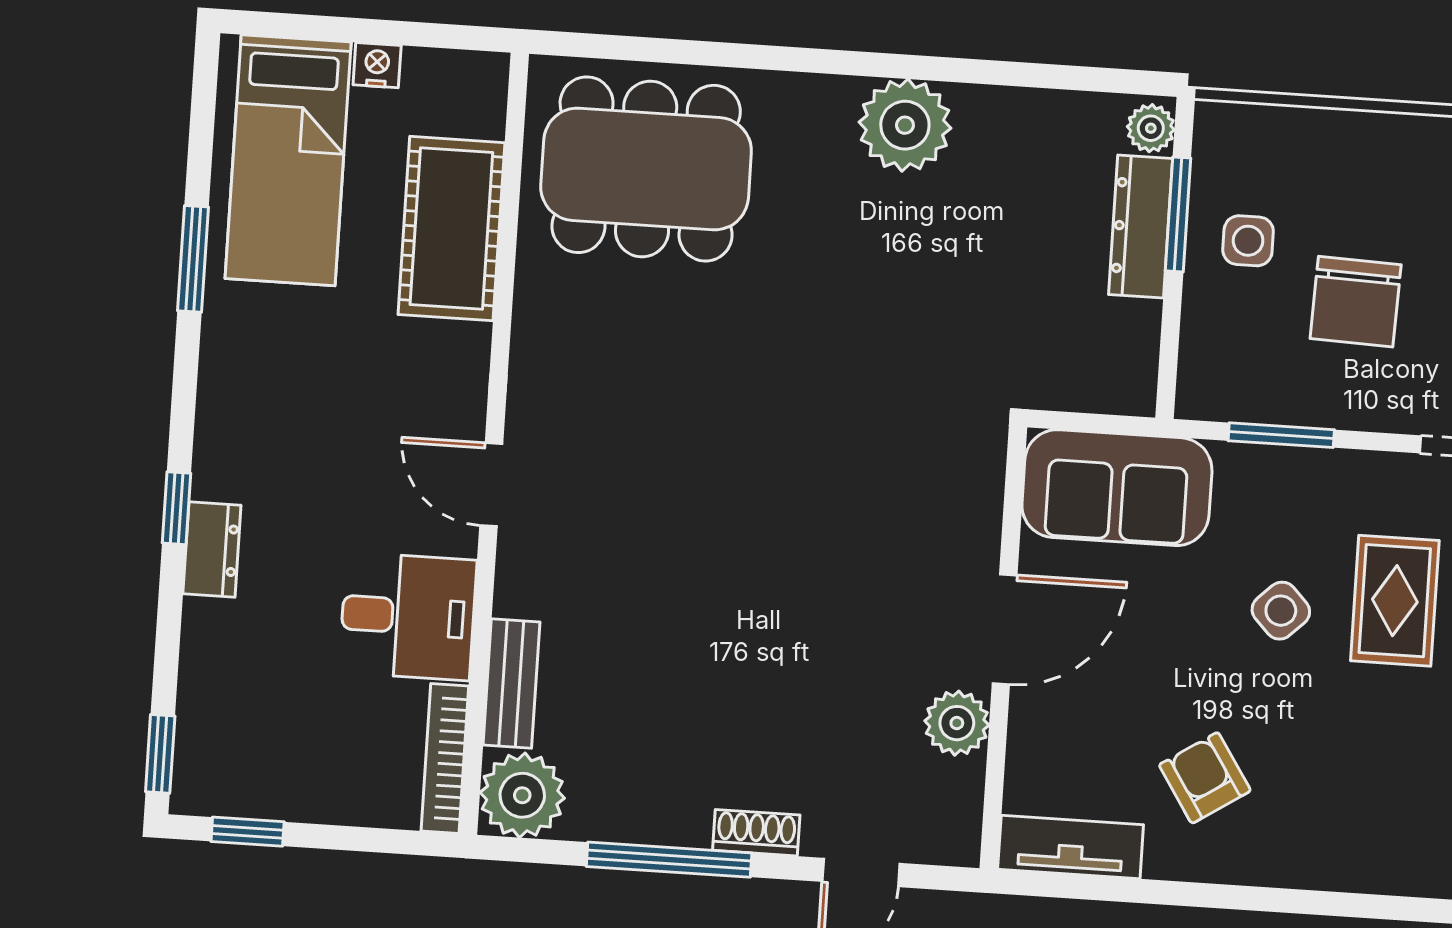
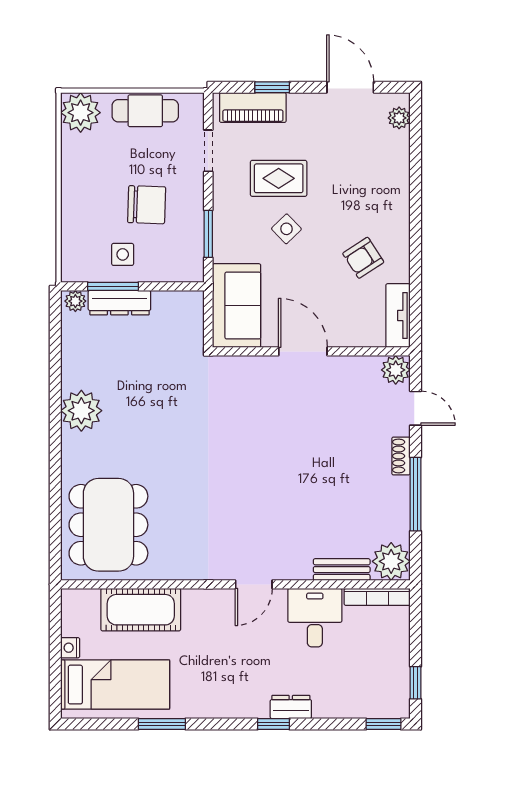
plant: (957, 723) -> (396, 370), moved

